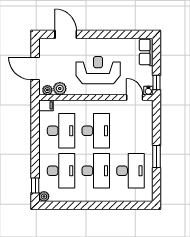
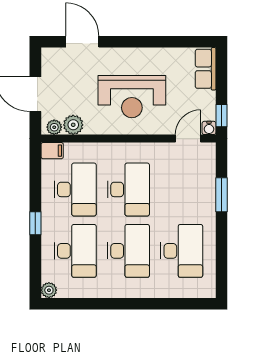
reception desk: (98, 70) -> (132, 97), turned 180
door: (135, 97) -> (188, 139), hinge flipped
window: (157, 156) -> (221, 195), moved
window: (35, 186) -> (35, 223), moved

